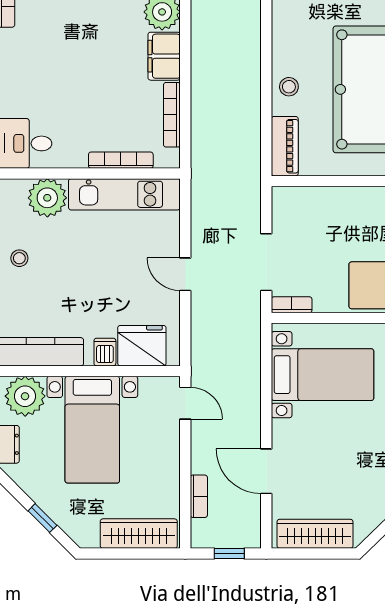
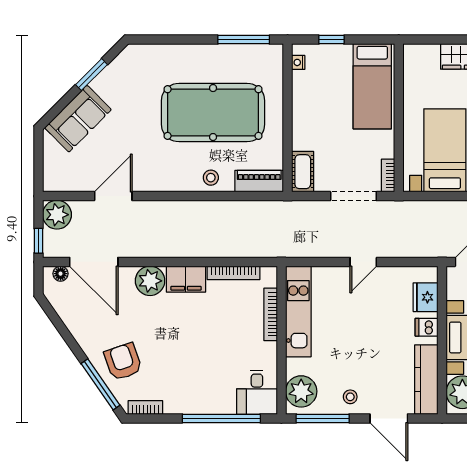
plant: (47, 198) -> (301, 391), moved
cot: (296, 200) -> (303, 172), added
fridge: (142, 346) -> (426, 297), width x0.73, depth x0.75

